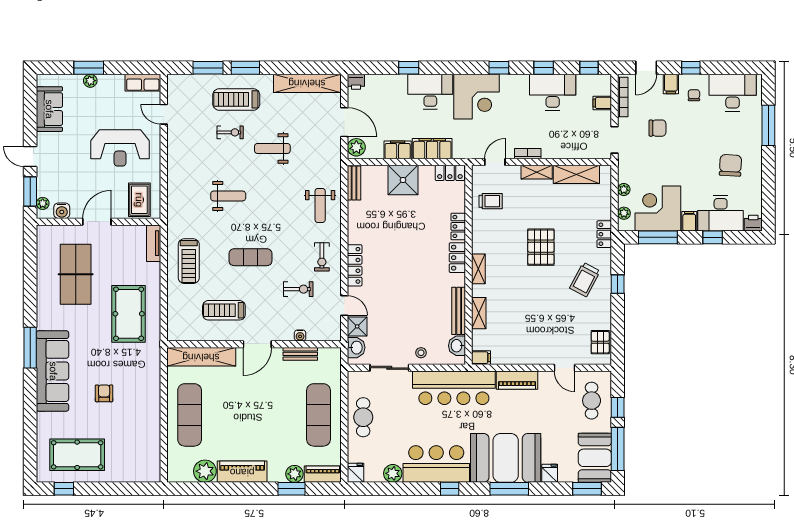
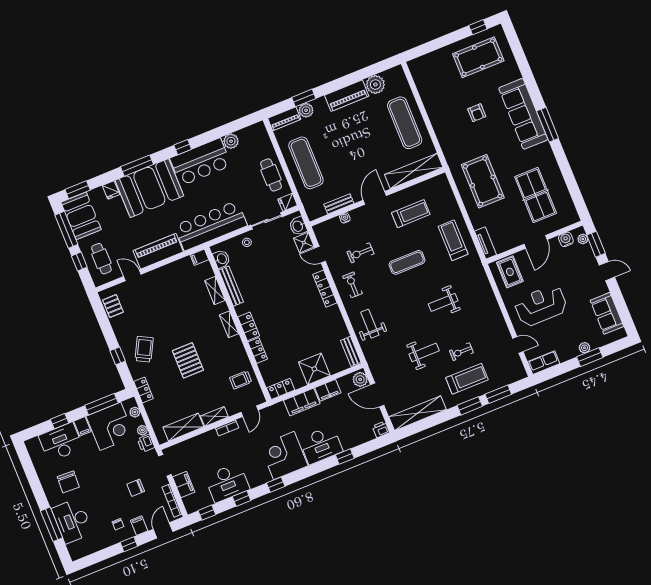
desk: (733, 93) -> (72, 521), moved, turned 90
filing cabinet: (602, 103) -> (184, 485), width x2.00
printer: (753, 223) -> (146, 443), moved, turned 90
piano: (517, 380) -> (158, 251), width x1.37, depth x1.33
fridge: (356, 473) -> (288, 202), moved, turned 90

